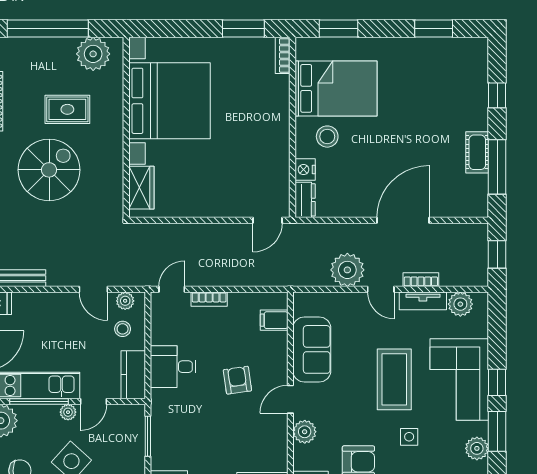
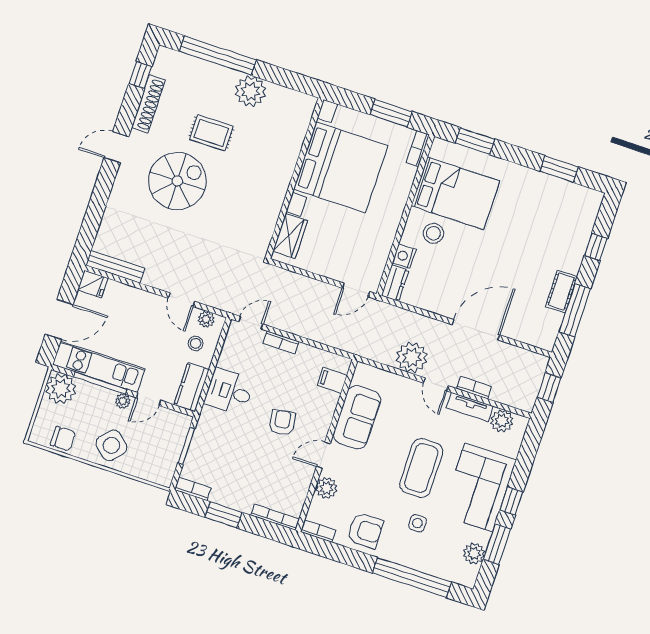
bed with nightstands: (170, 101) -> (341, 167), moved
wall: (126, 127) -> (295, 178), moved
wardrobe: (141, 188) -> (290, 236), moved

